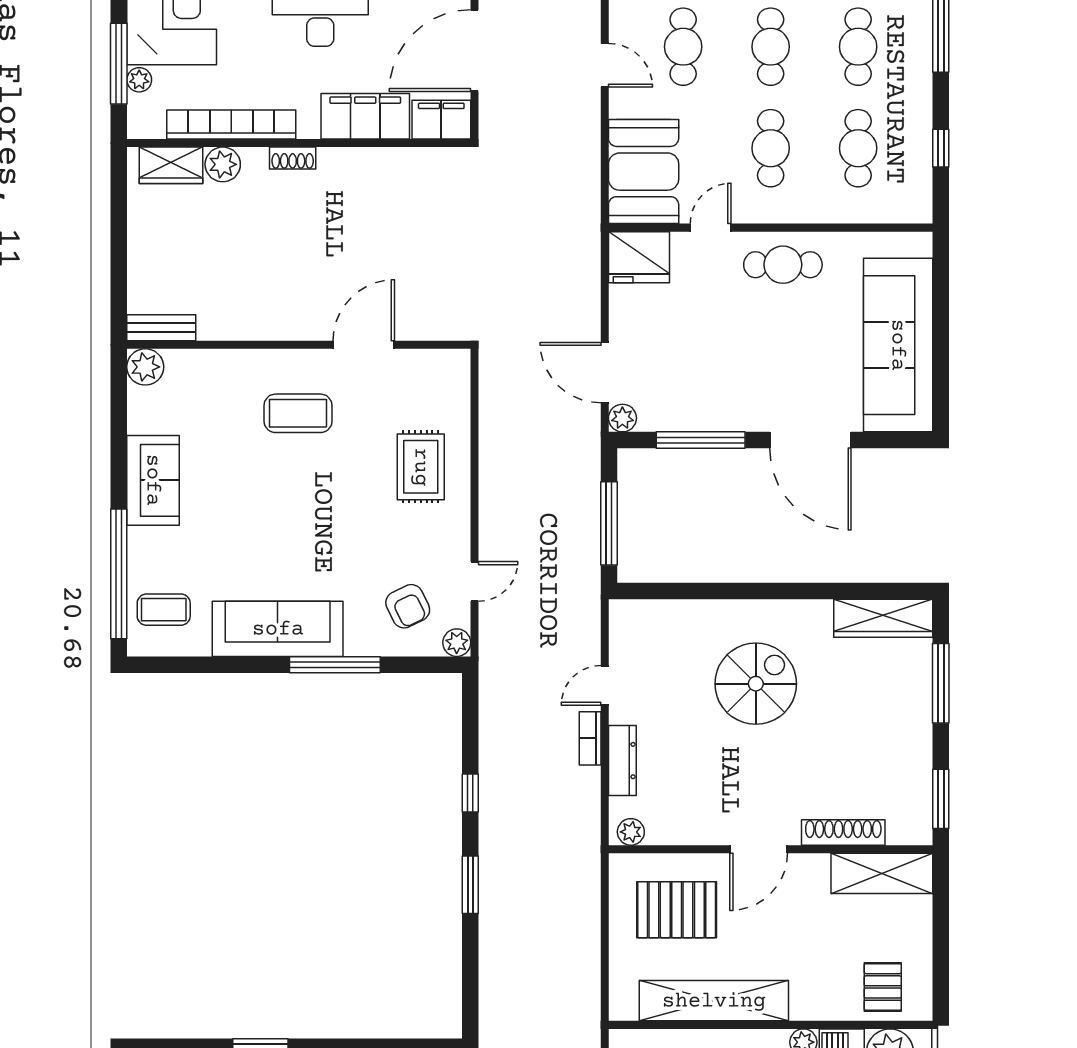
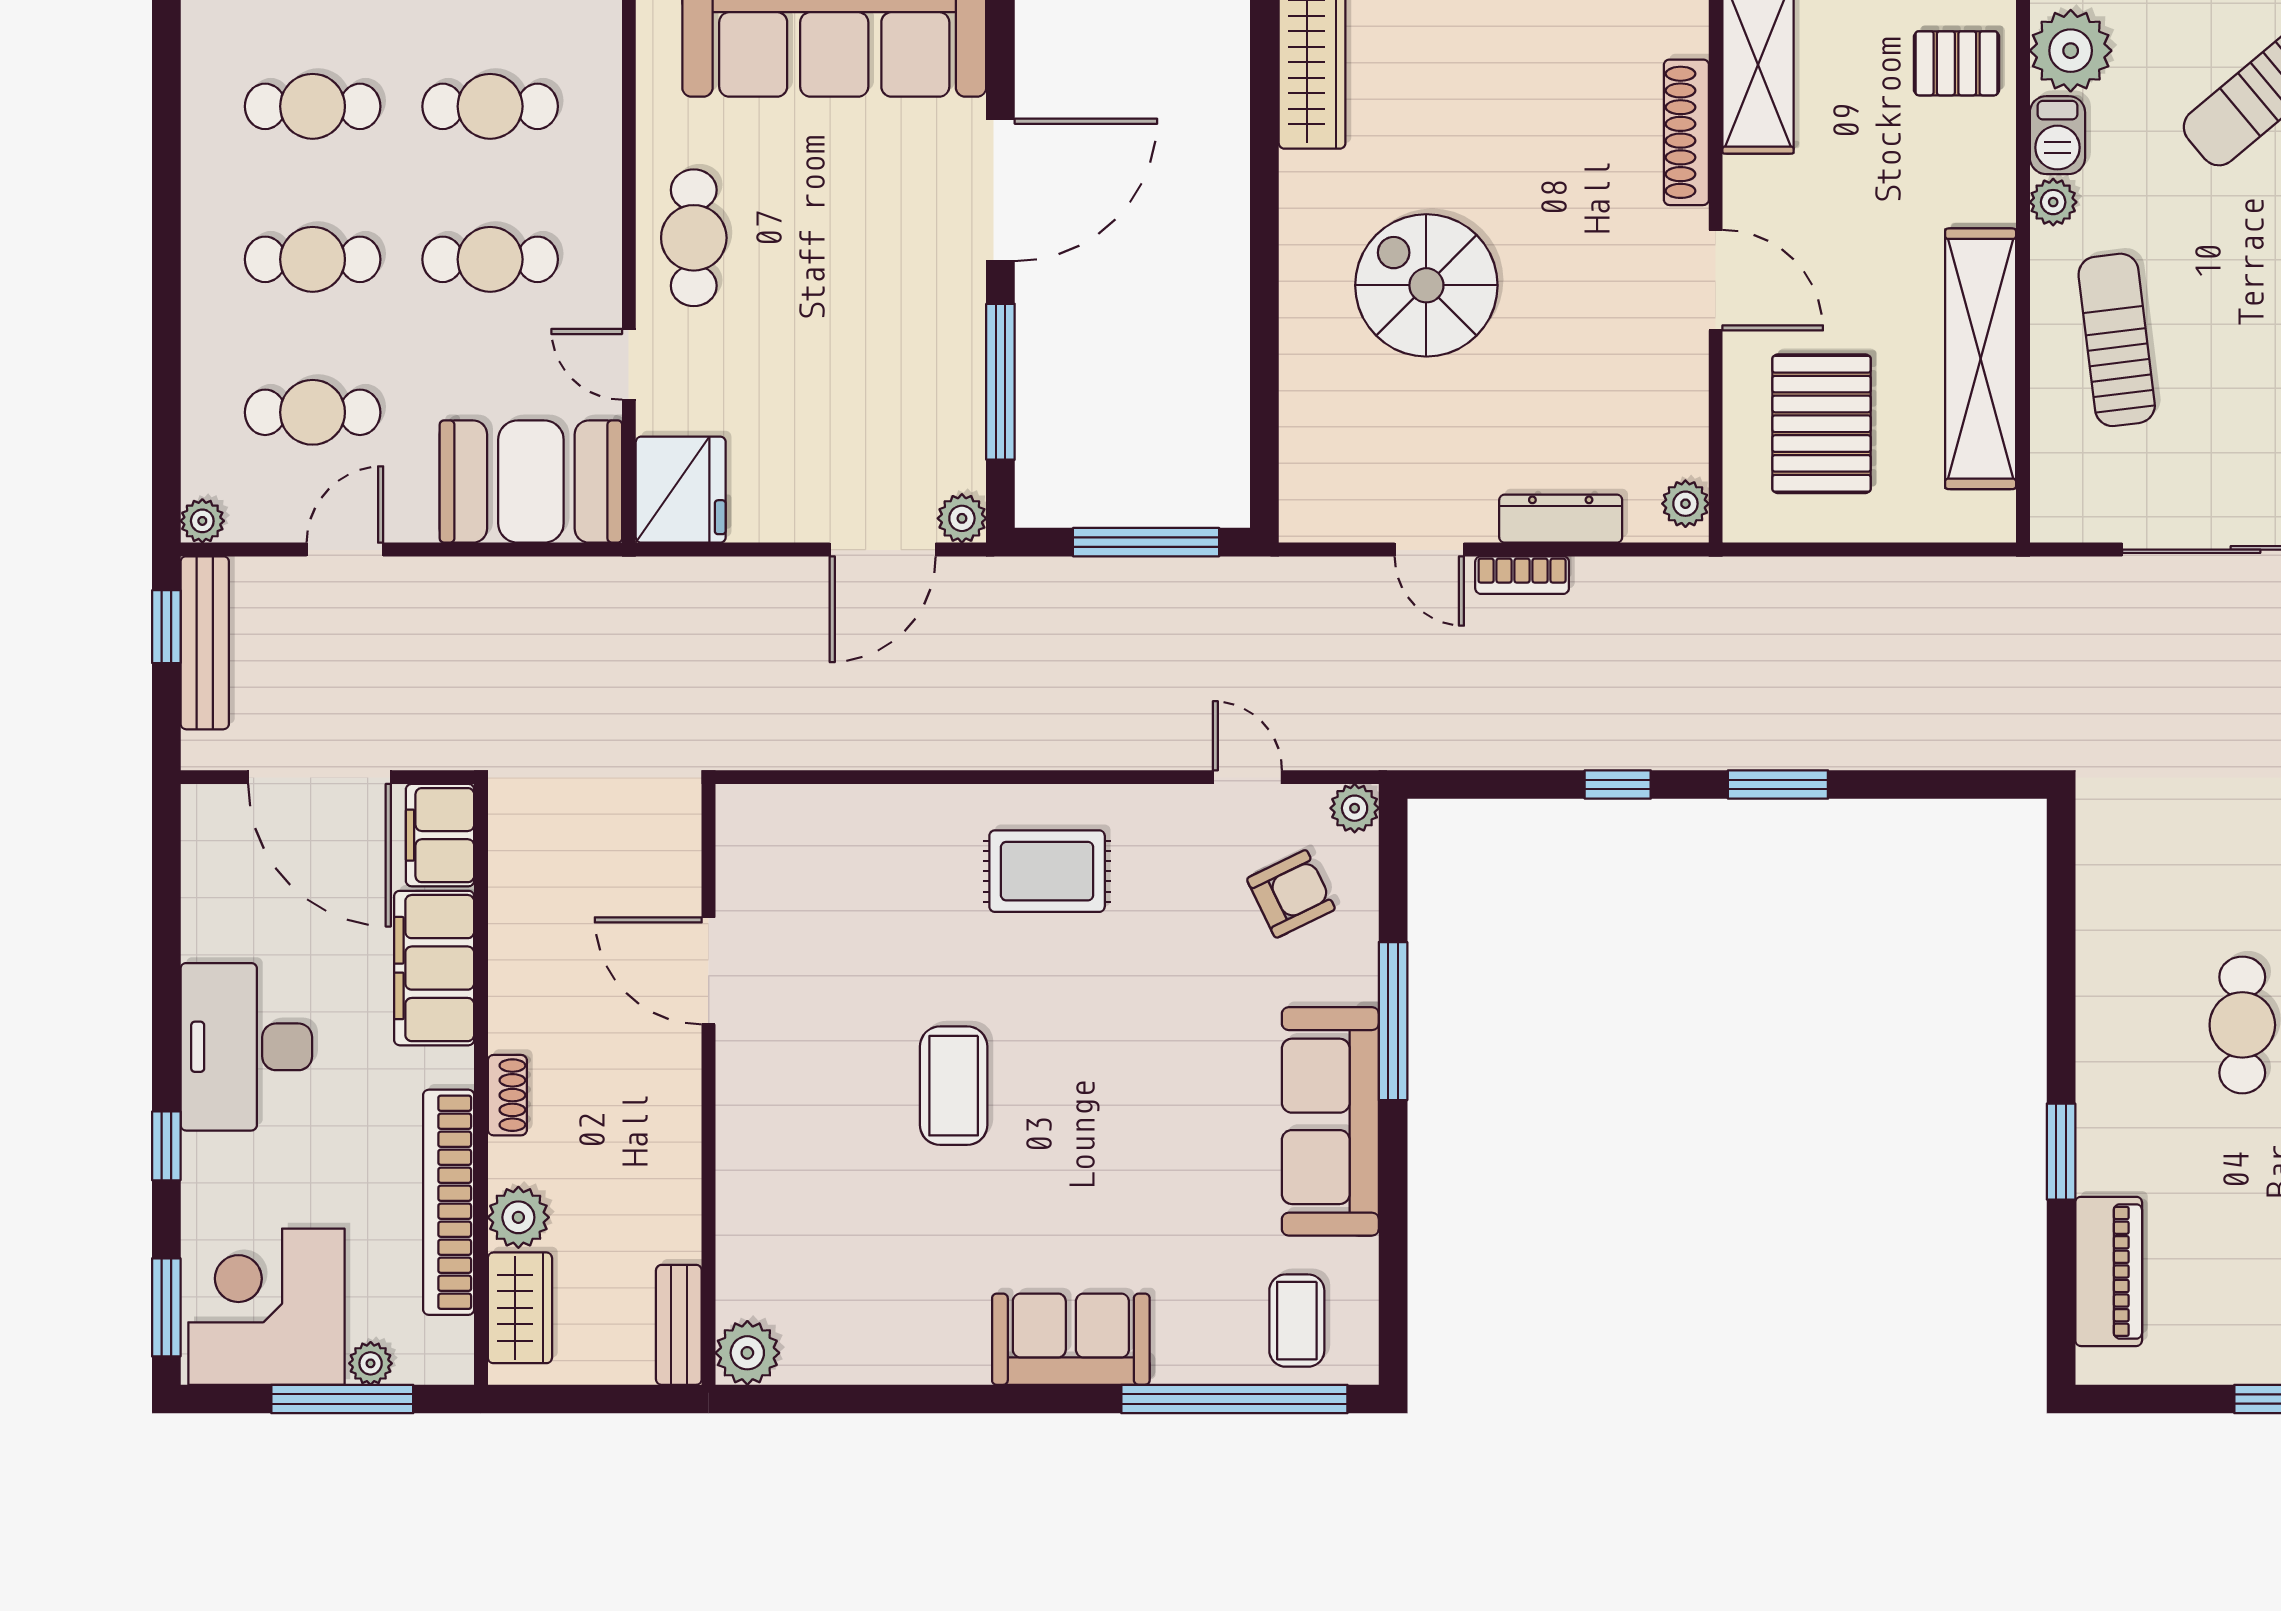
bench: (161, 328) -> (679, 1325), moved
wall: (299, 345) -> (709, 1084), moved
door: (364, 345) -> (709, 971), moved
plant: (145, 367) -> (747, 1353), moved

